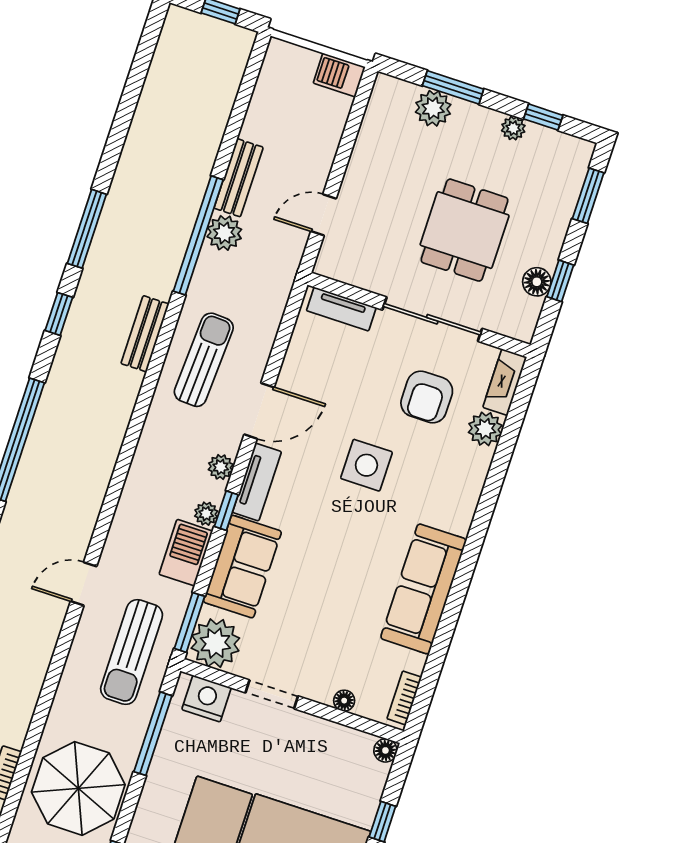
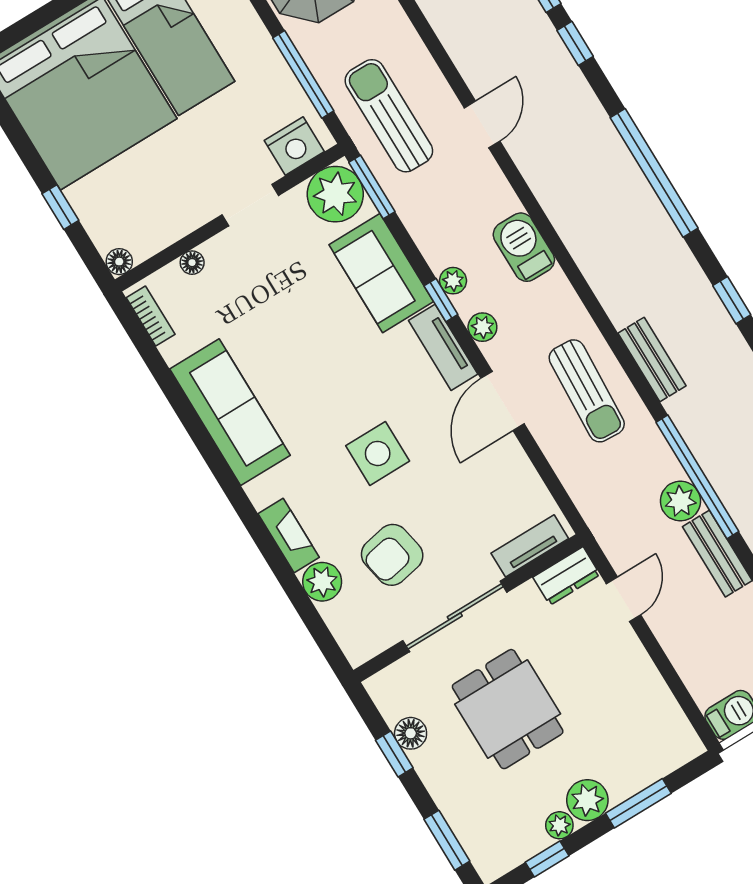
plant: (433, 108) -> (587, 800), moved
dresser: (341, 267) -> (566, 576), added
fireplace: (505, 382) -> (289, 535), moved
armchair: (427, 397) -> (392, 555), turned -101
barbecue: (186, 553) -> (524, 247), moved, turned 180

